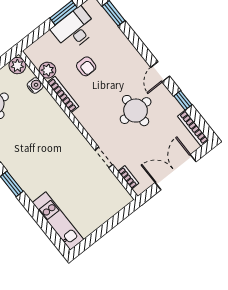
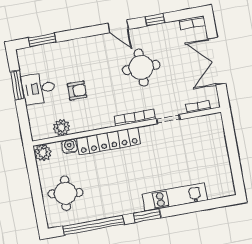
desk: (75, 29) -> (39, 88), width x0.73
bookcase: (63, 95) -> (135, 118), moved
locker: (57, 116) -> (108, 141), added
bookcase: (193, 128) -> (192, 23), width x0.64
kitchen unit: (58, 221) -> (175, 197), moved

